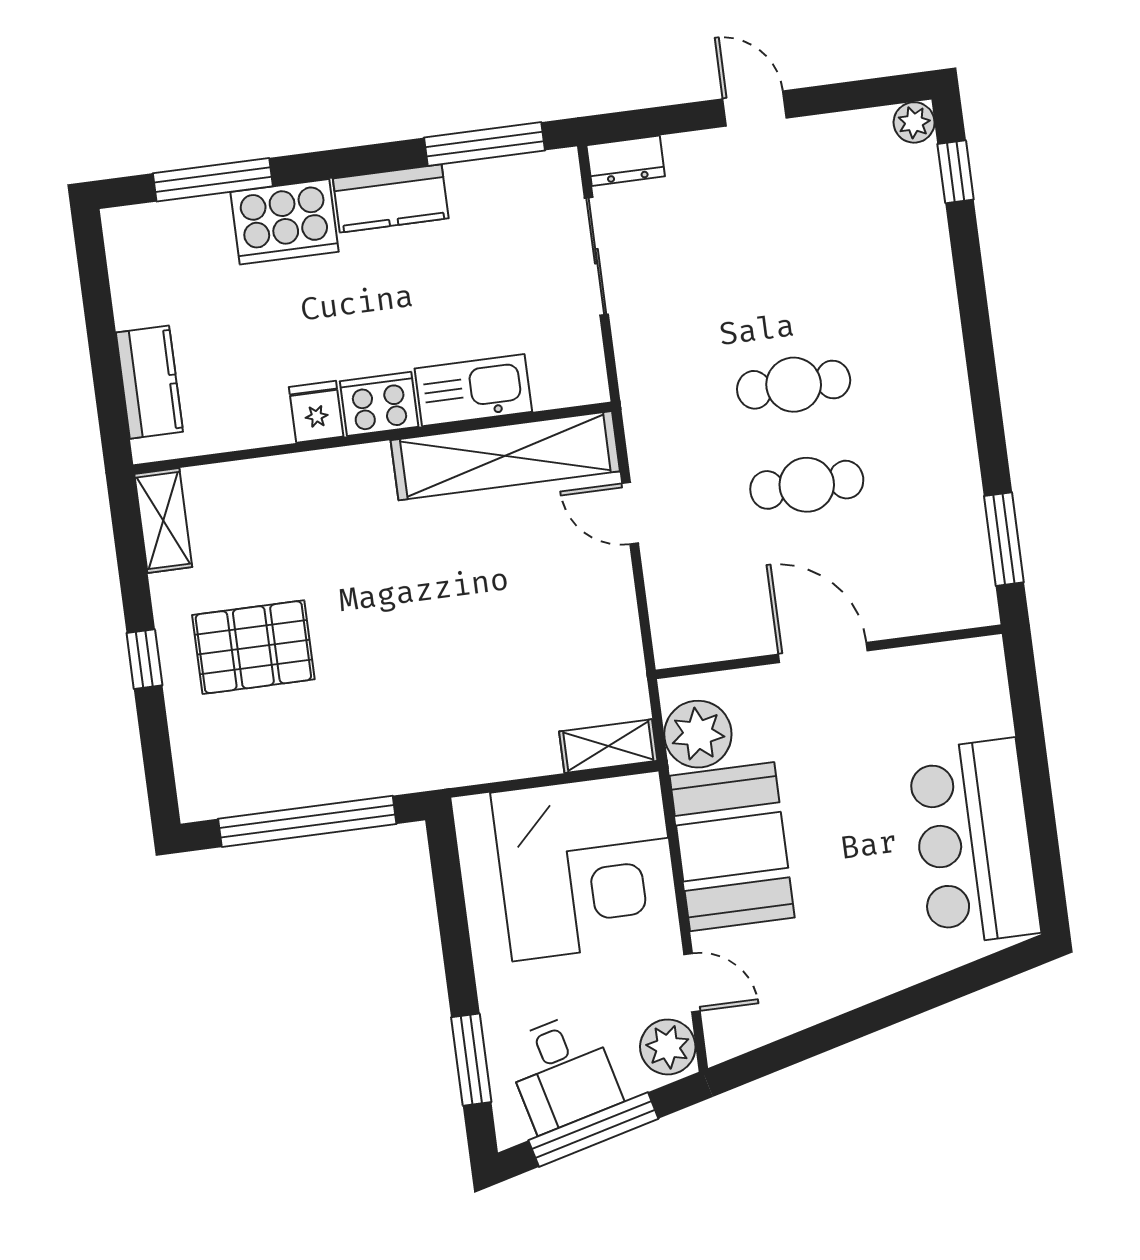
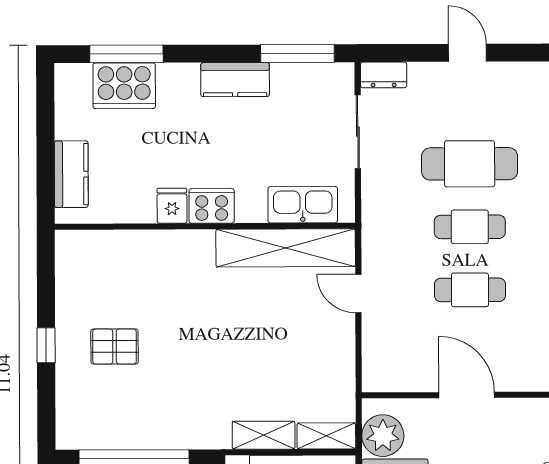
cooker: (284, 222) -> (124, 86), moved
cafe table: (780, 285) -> (470, 164), added
kitchen sink: (473, 390) -> (303, 205), moved
shelving: (163, 521) -> (264, 435), moved, turned 90
pallet: (253, 647) -> (115, 347), width x0.67, depth x0.71

